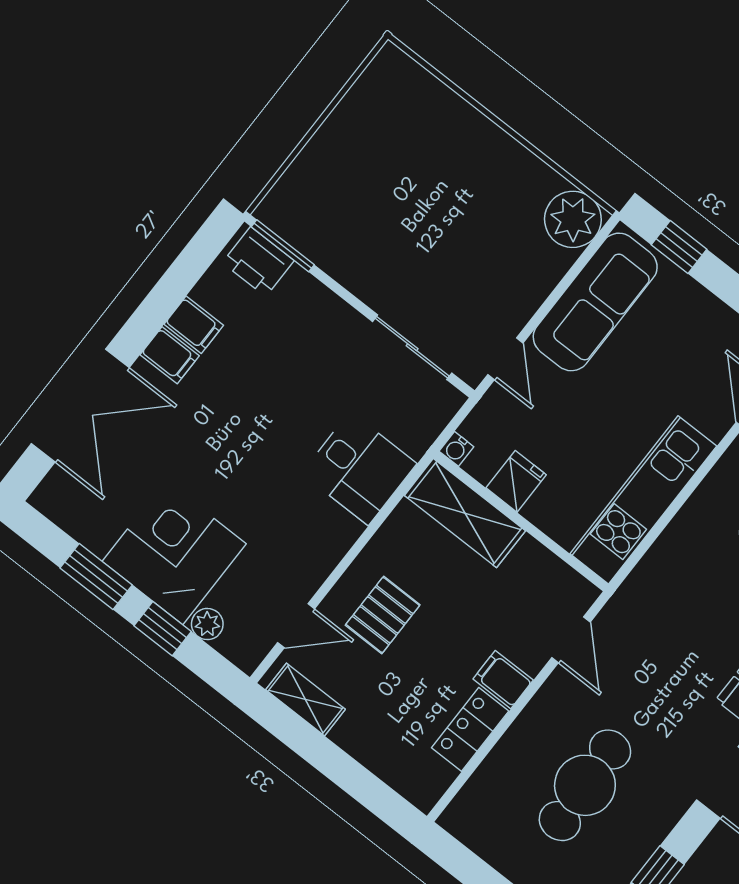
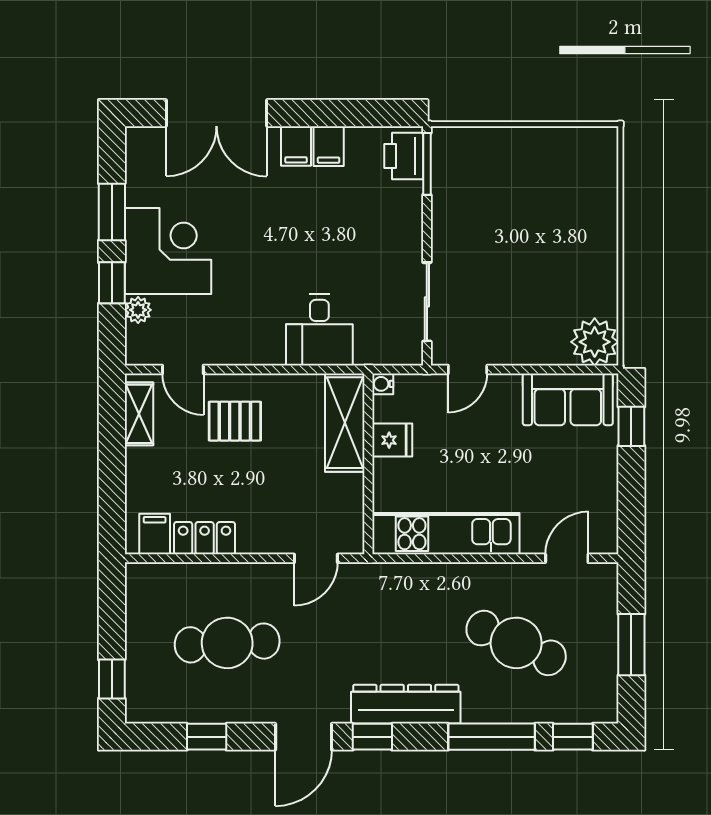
sofa: (595, 302) -> (568, 399), width x0.73
filing cabinet: (503, 680) -> (155, 534), moved

